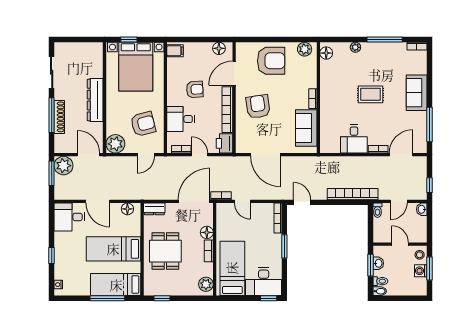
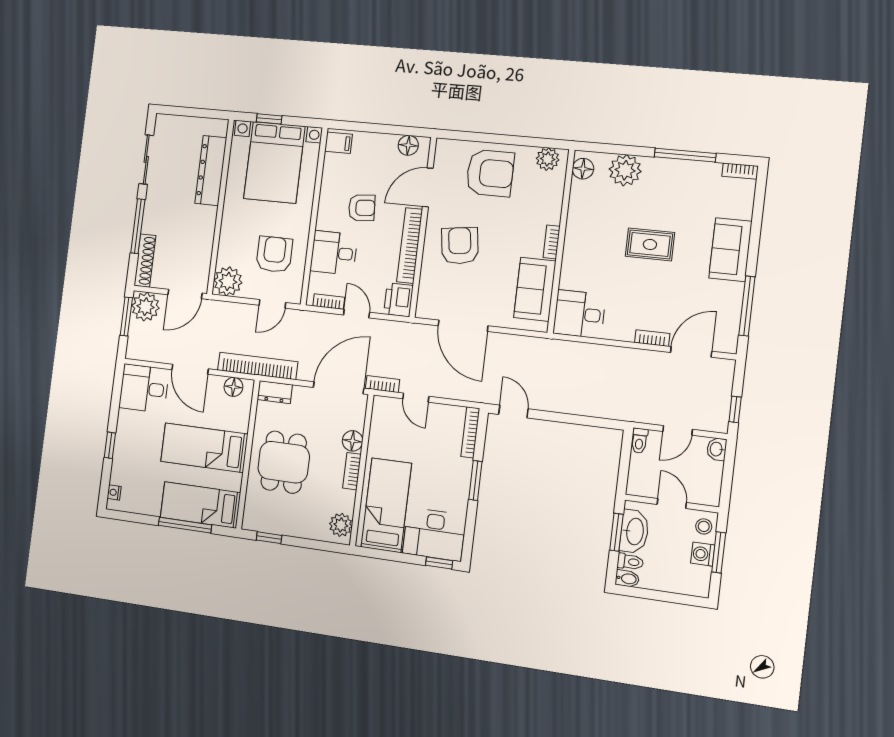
plant: (355, 47) -> (625, 170), width x1.88, depth x1.88
dresser: (95, 100) -> (211, 170), moved
shoe rack: (59, 117) -> (145, 261), moved
armchair: (143, 124) -> (274, 254), turned -76
desk: (354, 139) -> (579, 314), moved, turned 90
door: (88, 155) -> (185, 294), swing flipped
bookcase: (353, 194) -> (258, 366), moved
washbasin: (378, 263) -> (634, 531), width x1.91, depth x1.45

